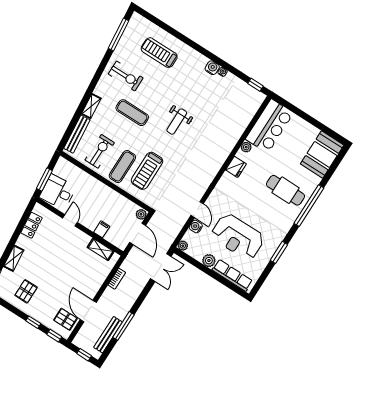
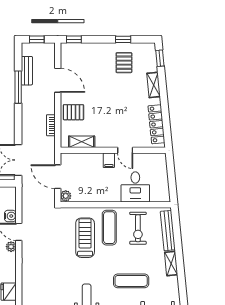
window: (44, 179) -> (171, 172), removed
desk: (58, 192) -> (135, 187), moved, turned 96
locker: (31, 225) -> (156, 124), width x1.53
filing cabinet: (102, 229) -> (109, 160), moved
plant: (183, 246) -> (11, 247), moved
pallet: (65, 319) -> (73, 112), moved
window: (33, 322) -> (123, 39), moved
bench: (108, 335) -> (27, 71), width x0.73

